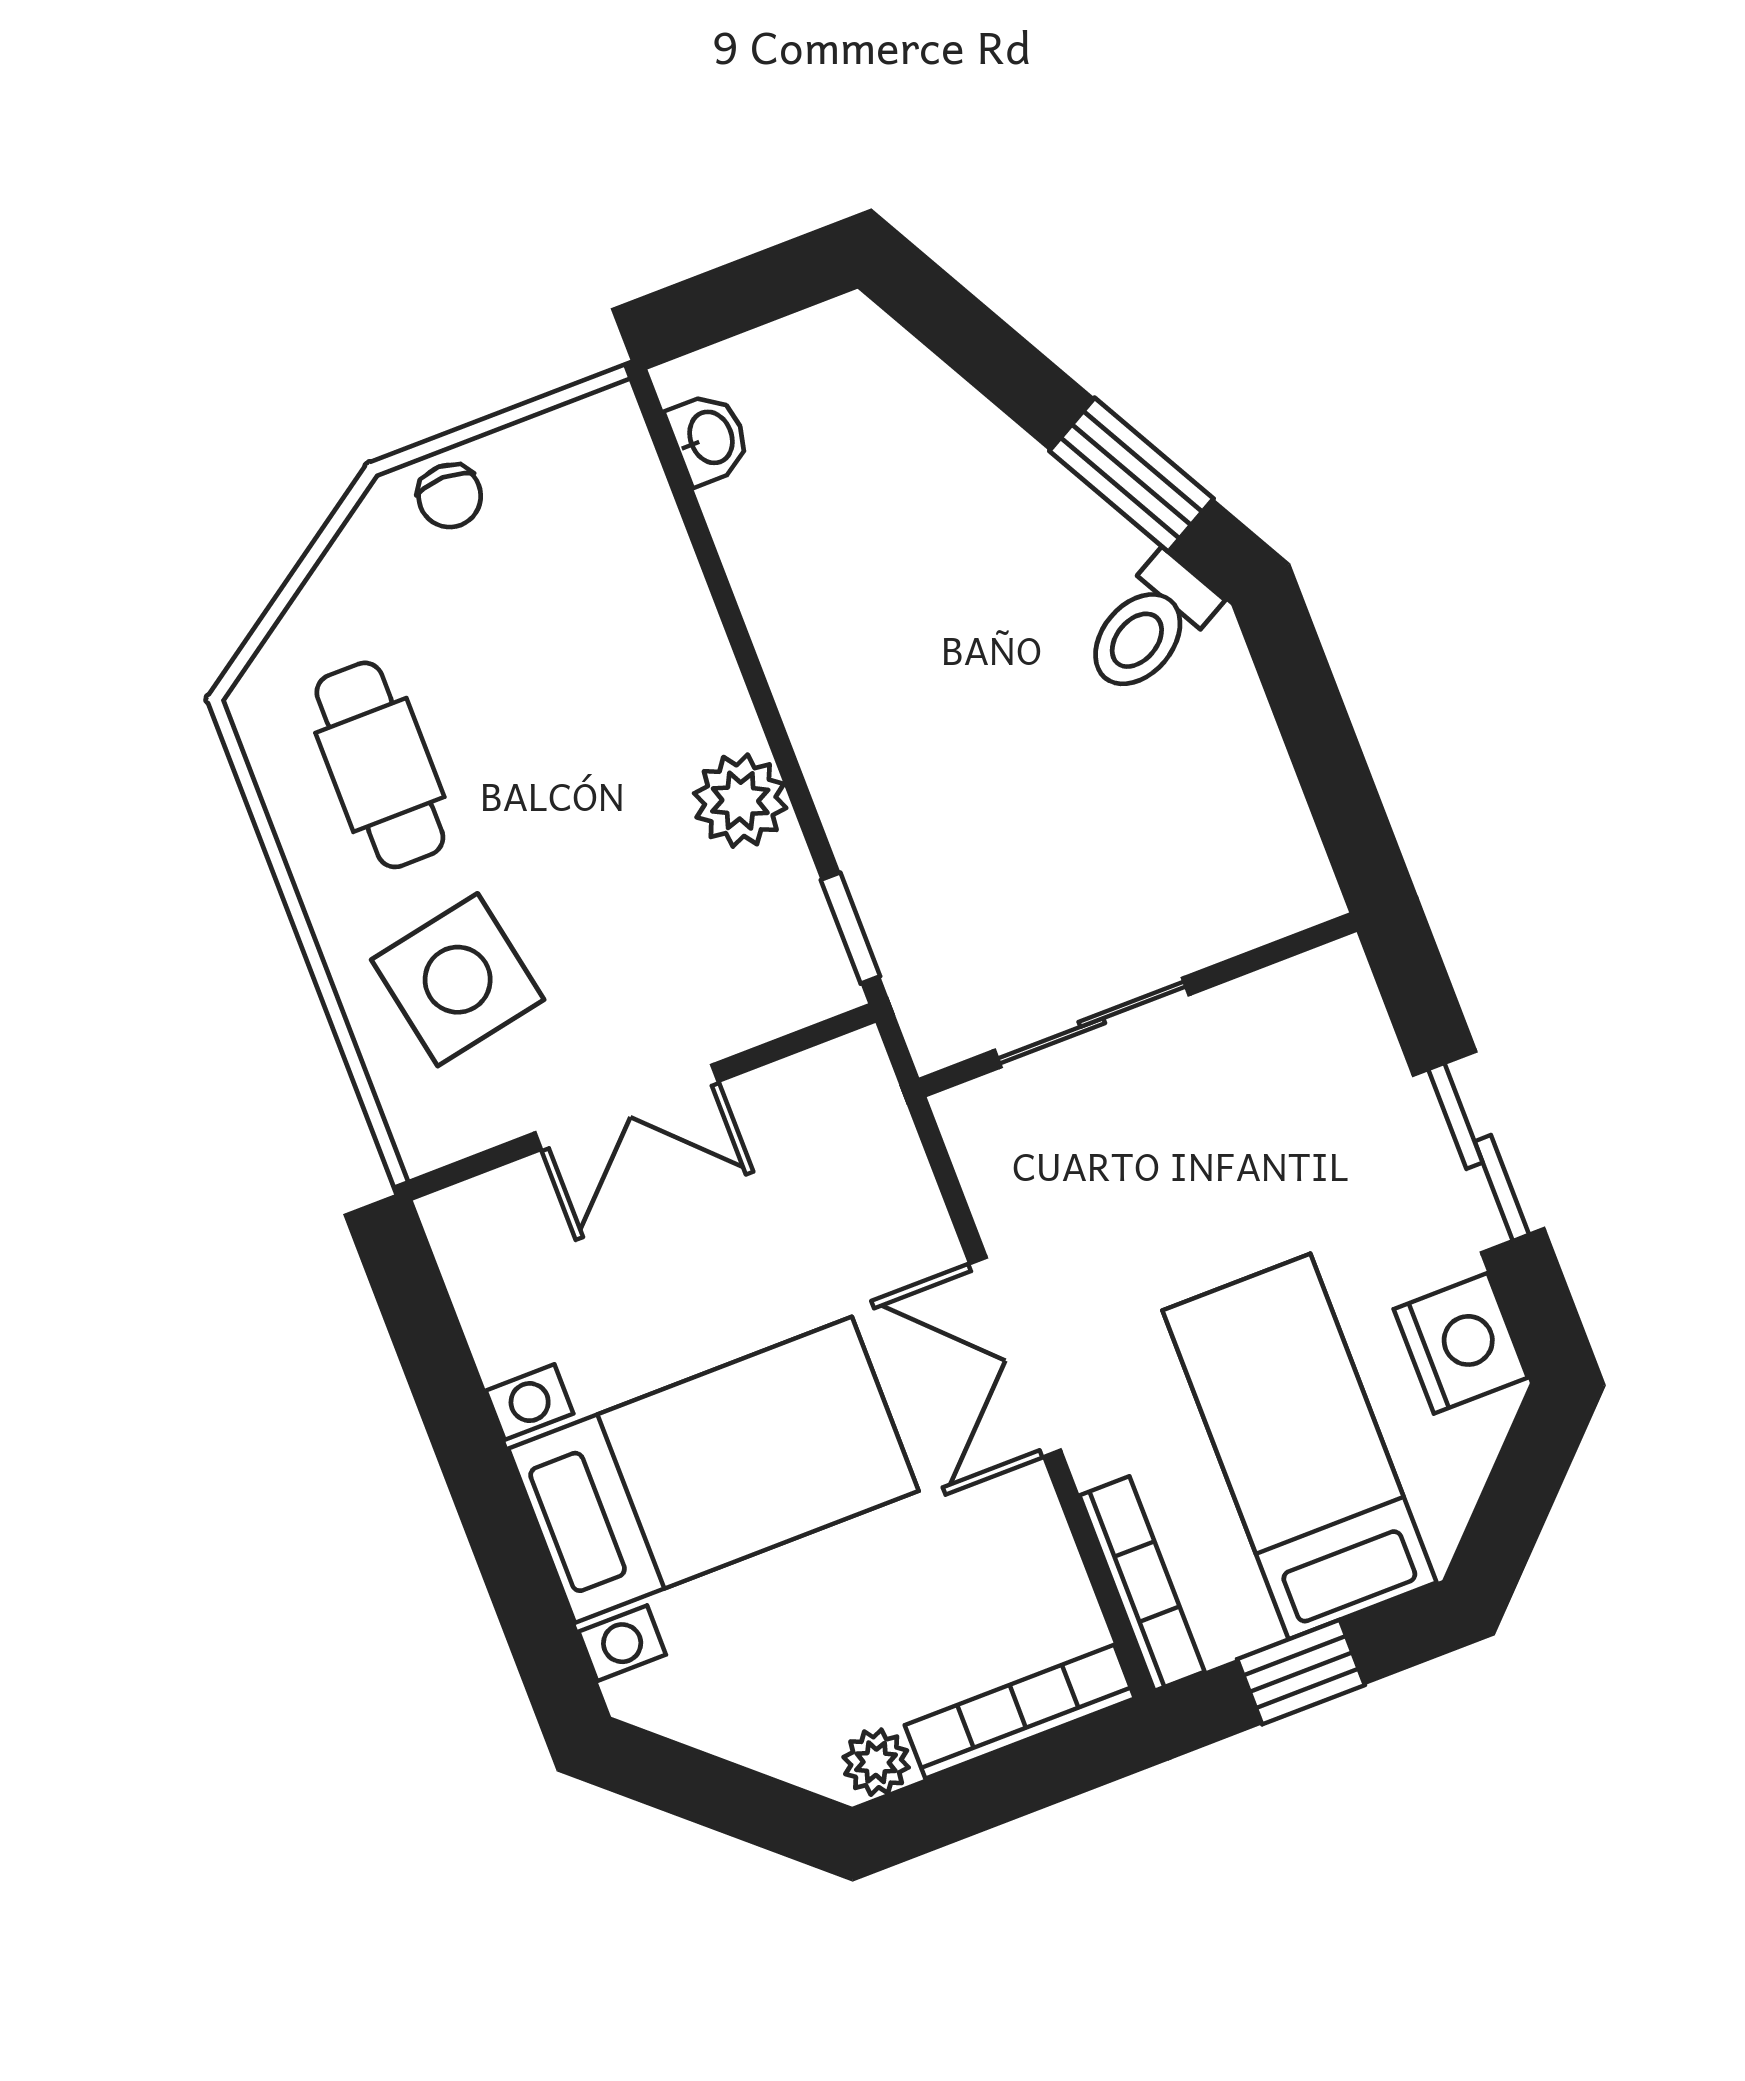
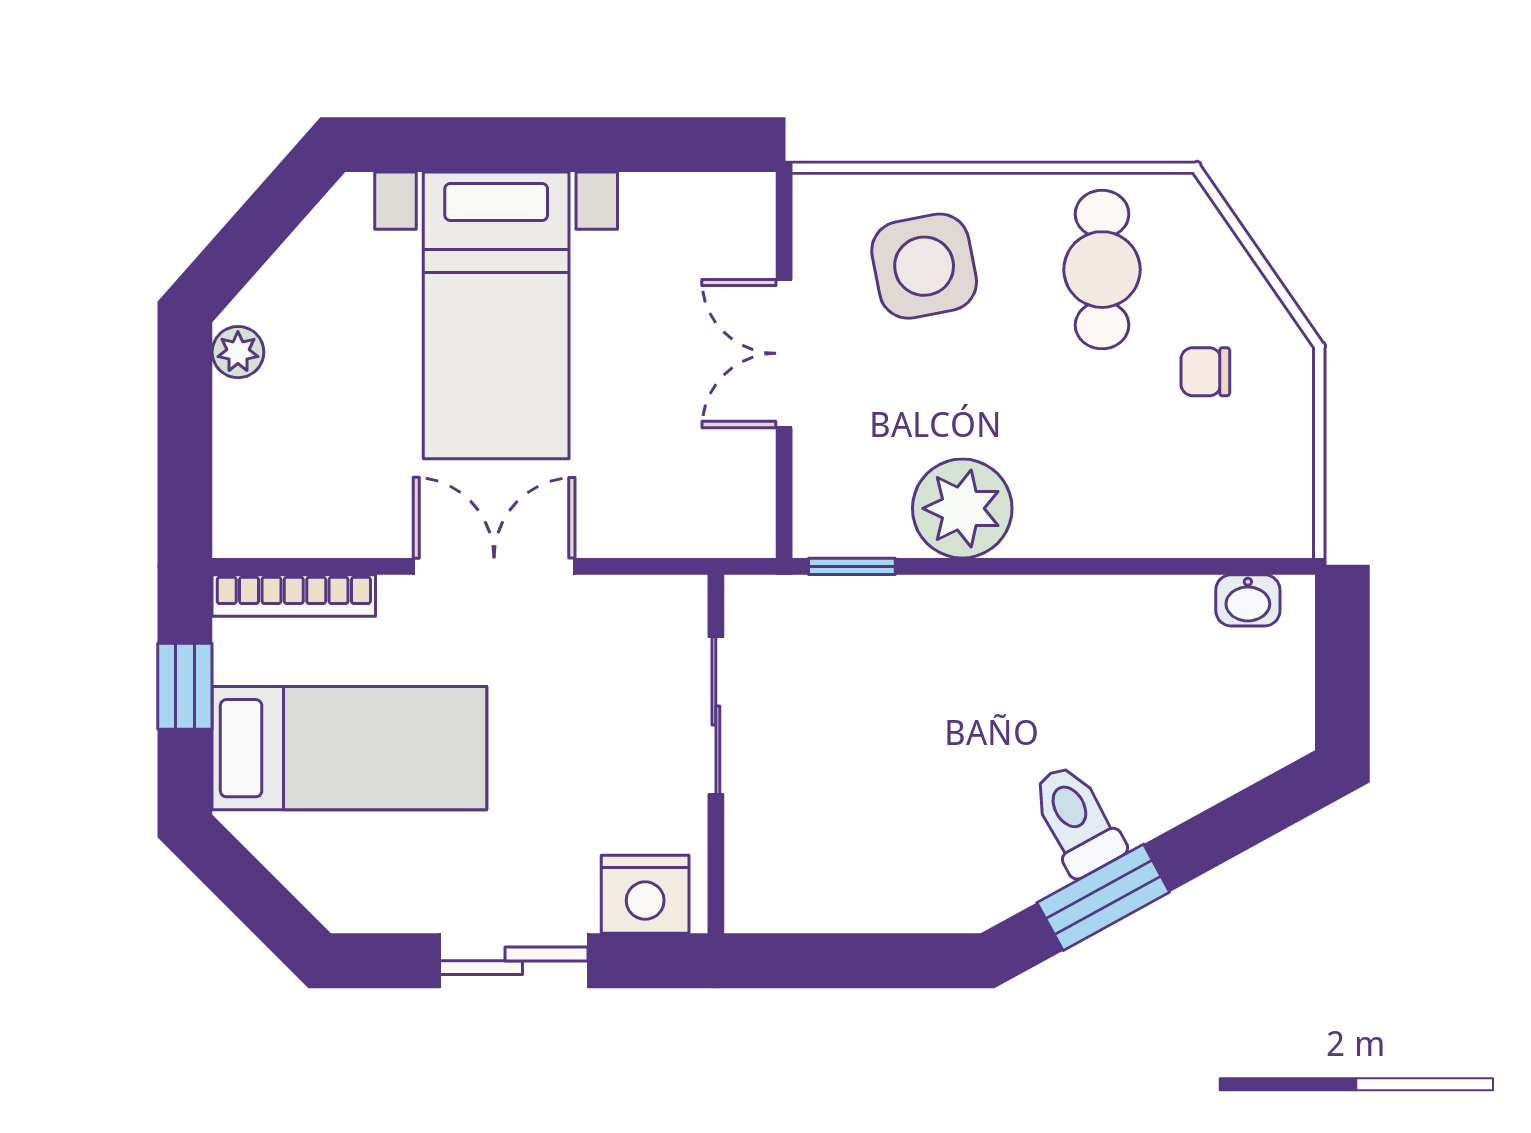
chair: (450, 496) -> (1205, 372), moved
toilet: (1149, 626) -> (1077, 820), moved
cafe table: (380, 765) -> (1102, 270), turned 90
plant: (740, 801) -> (962, 508), width x1.36, depth x1.36
nightstand: (1461, 1343) -> (645, 894), moved
bookcase: (1020, 1712) -> (235, 471), removed

